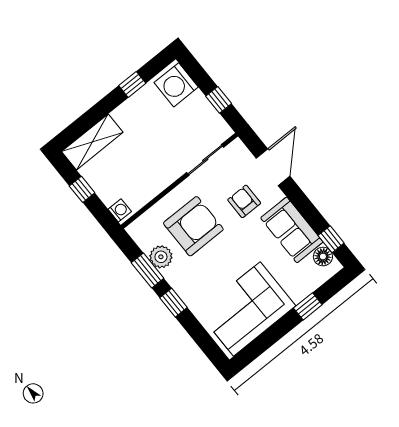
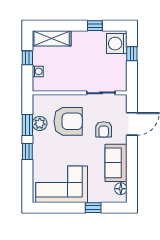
window: (219, 100) -> (132, 54), moved
armchair: (244, 201) -> (104, 129), turned 180
washing machine: (120, 210) -> (38, 71), moved
window: (331, 239) -> (132, 183), removed

